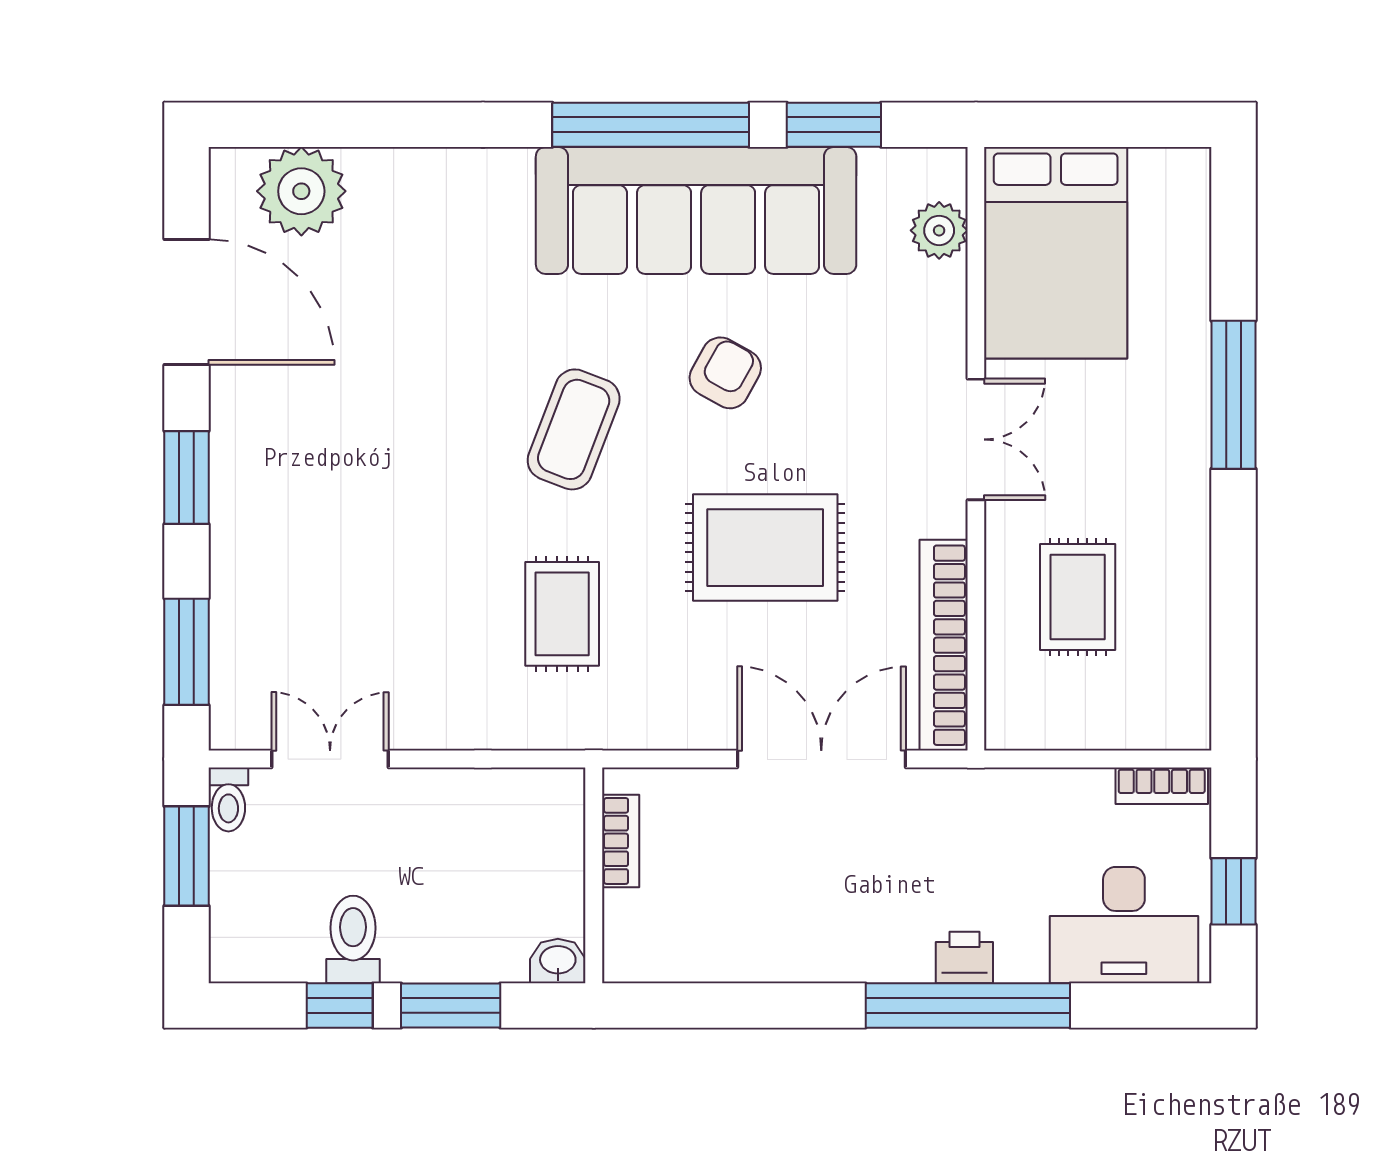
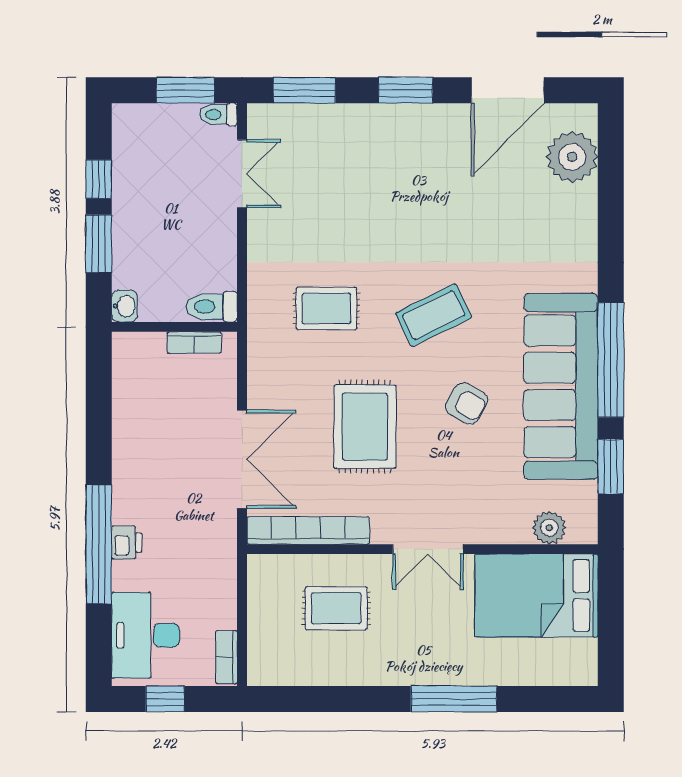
coffee table: (574, 429) -> (434, 315), turned -47
toilet: (353, 939) -> (212, 307), moved, turned 180

